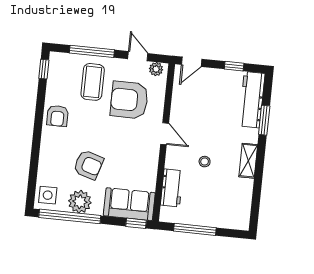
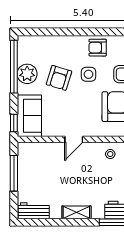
door: (165, 134) -> (74, 139), moved
stool: (205, 162) -> (110, 154), moved
workbench: (172, 188) -> (34, 211), moved, turned 180
side table: (48, 195) -> (88, 74), moved

